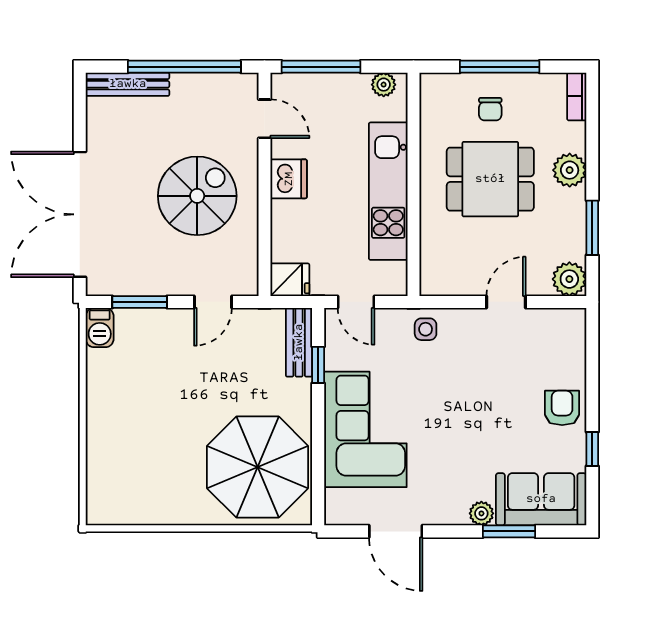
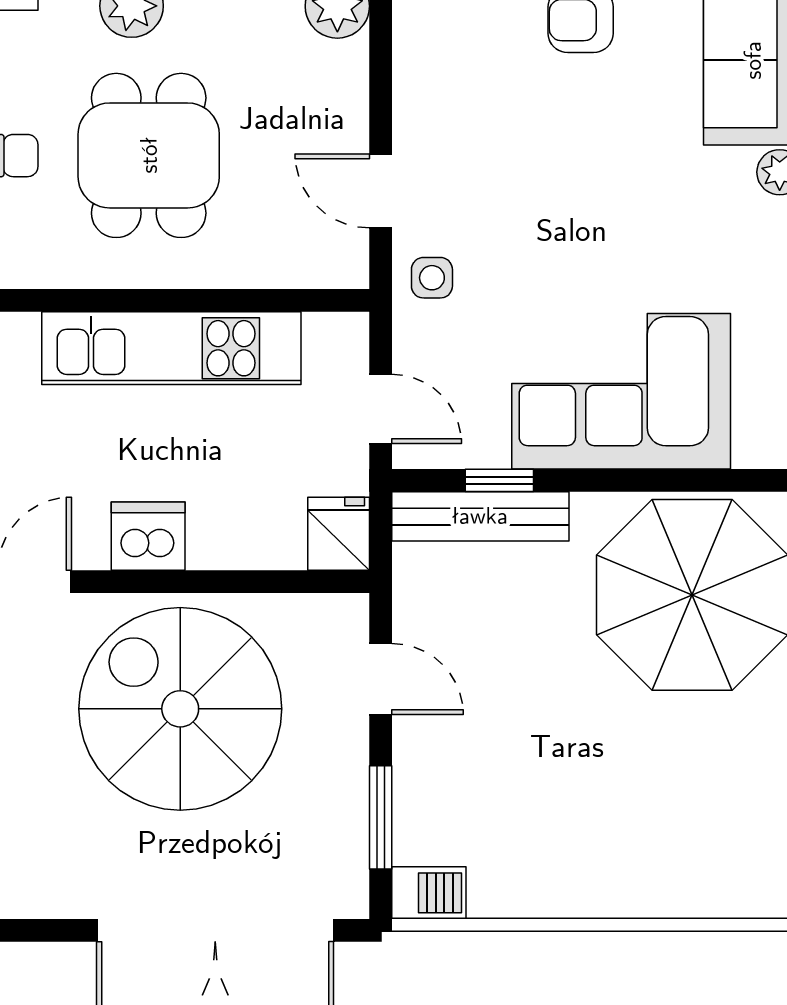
spiral stairs: (197, 196) -> (180, 709), width x1.37, depth x1.37
door: (356, 302) -> (381, 409), hinge flipped
door: (506, 302) -> (381, 191), moved
bench: (299, 342) -> (480, 516), width x1.36

